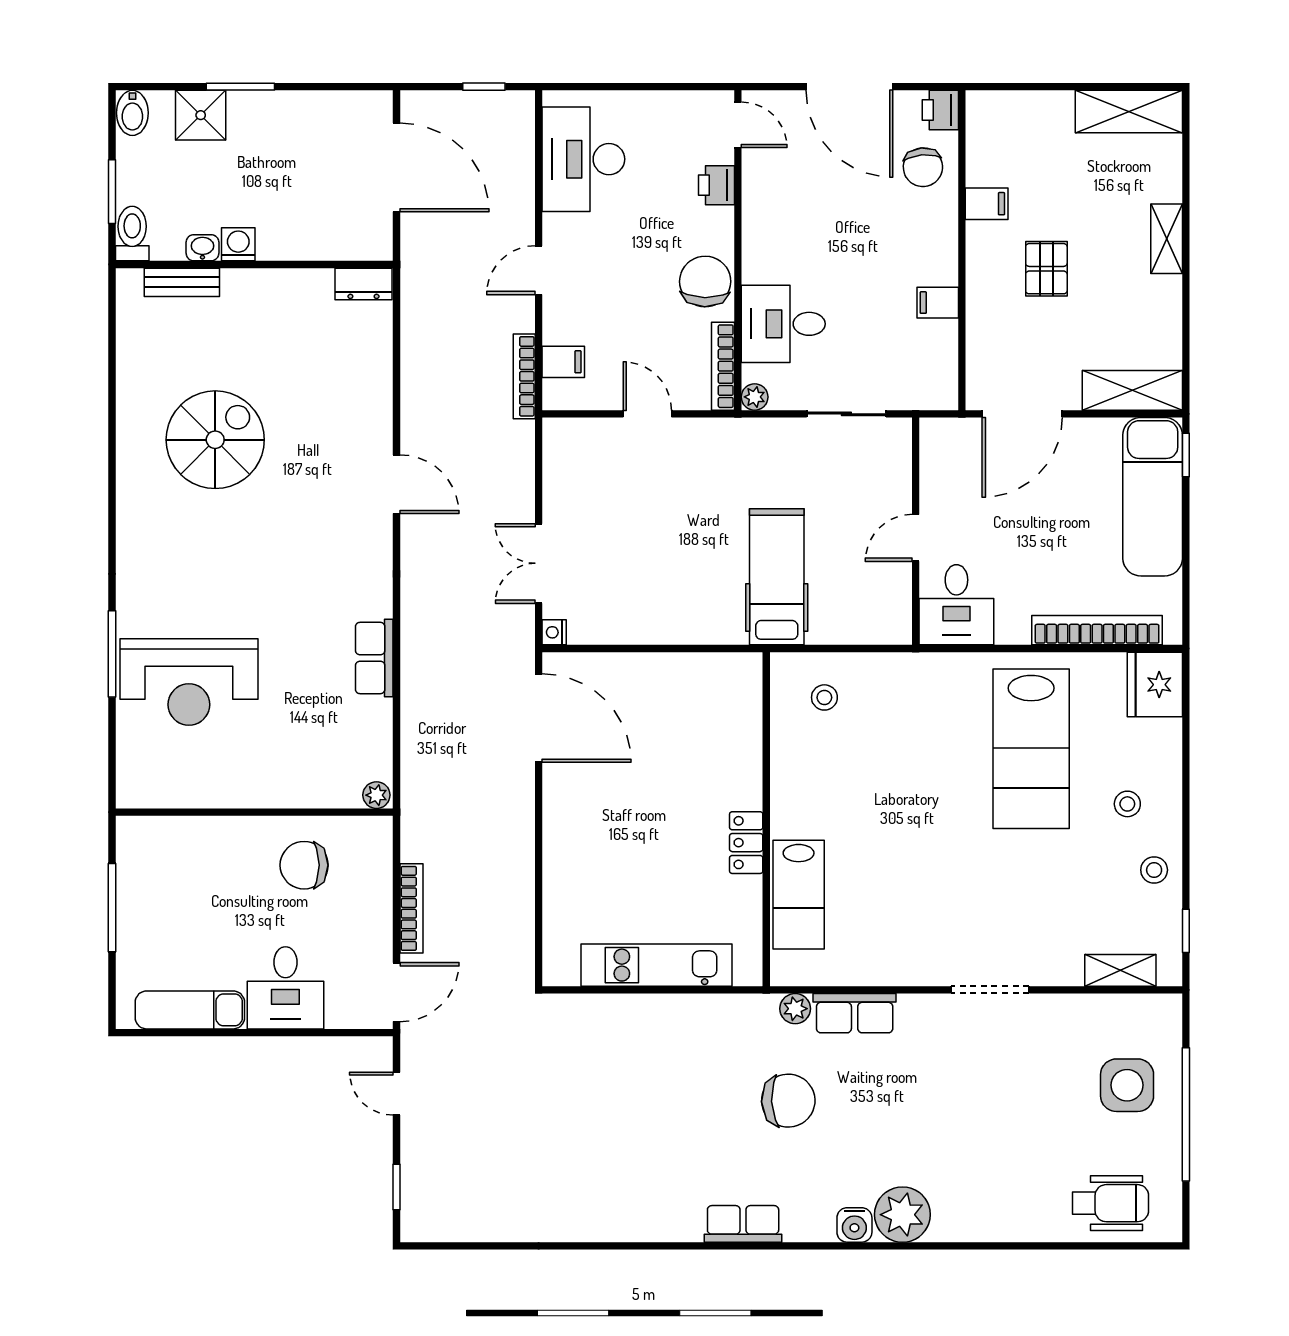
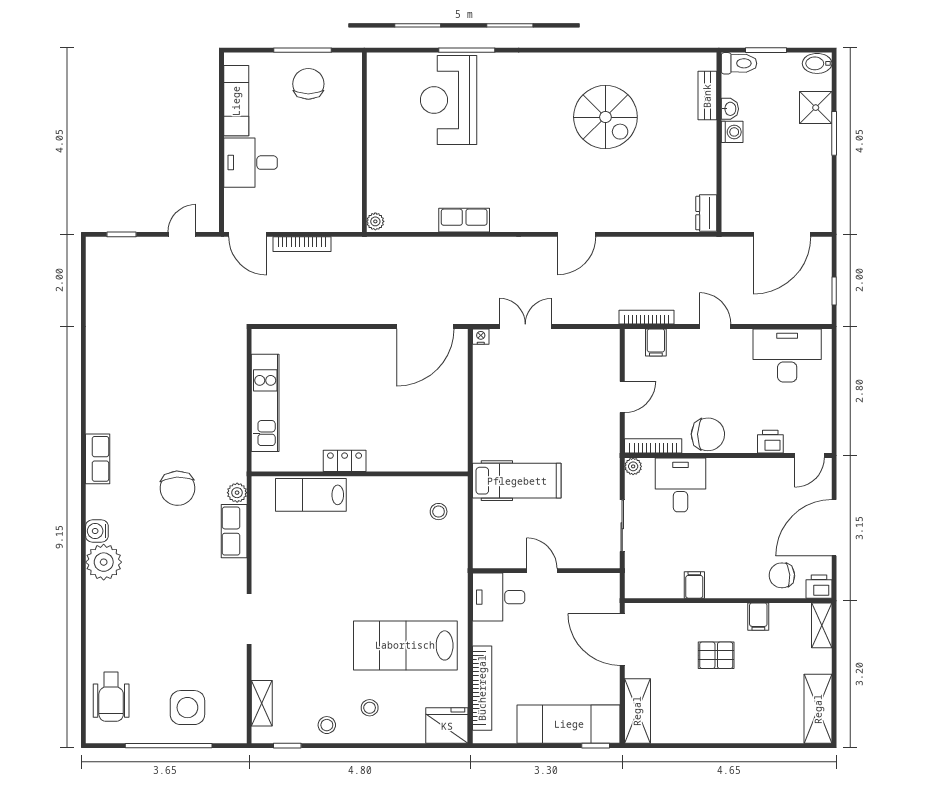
shelving: (1167, 239) -> (822, 625), moved, turned 90
chair: (304, 865) -> (308, 84), moved

